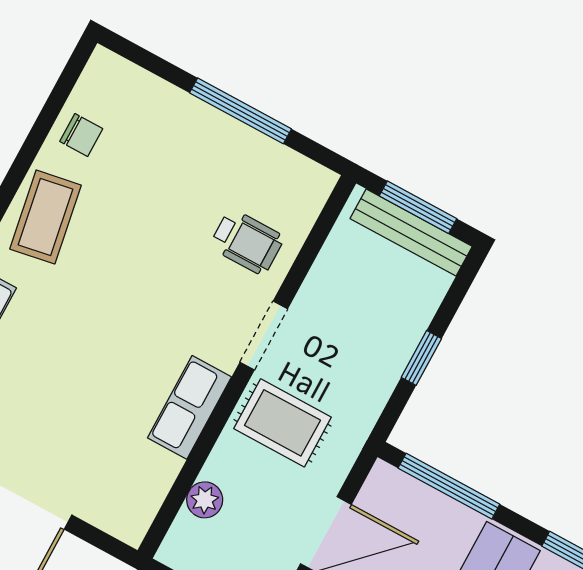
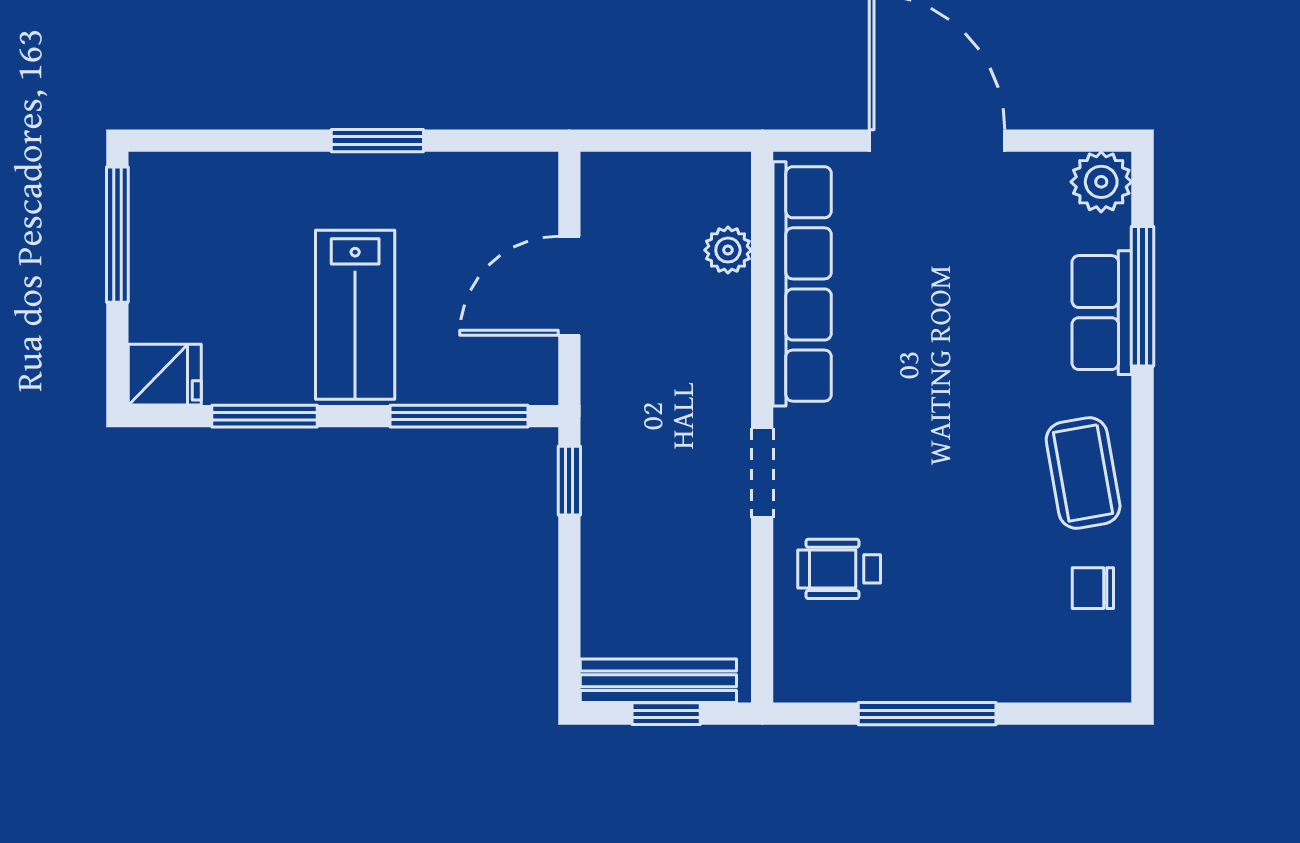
window: (418, 207) -> (666, 714), width x0.67
window: (421, 358) -> (569, 481), moved
row of seats: (189, 407) -> (802, 284), width x2.02
rug: (282, 423) -> (687, 385), removed

